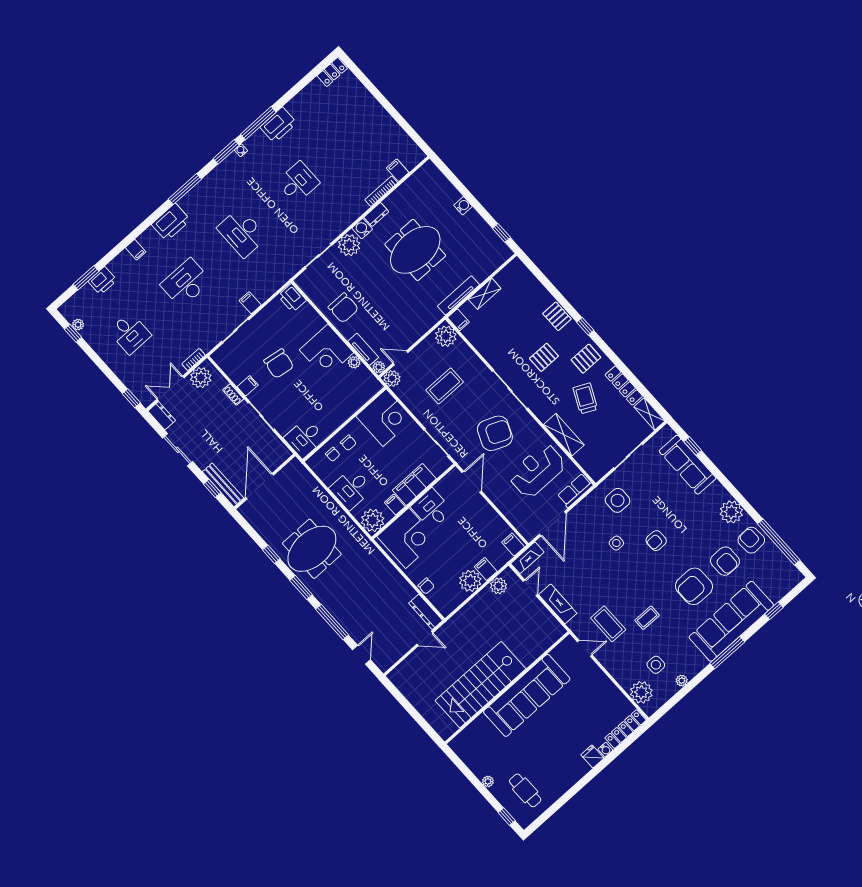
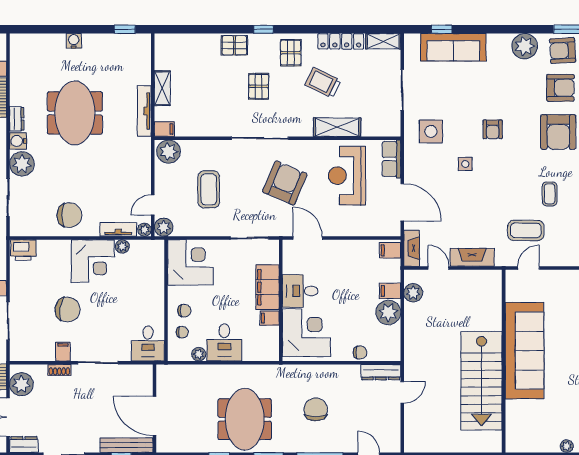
plant: (373, 520) -> (199, 354), moved, width x0.53, depth x0.53
chair: (361, 591) -> (316, 409), added

